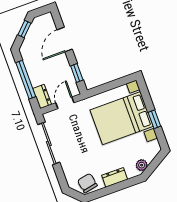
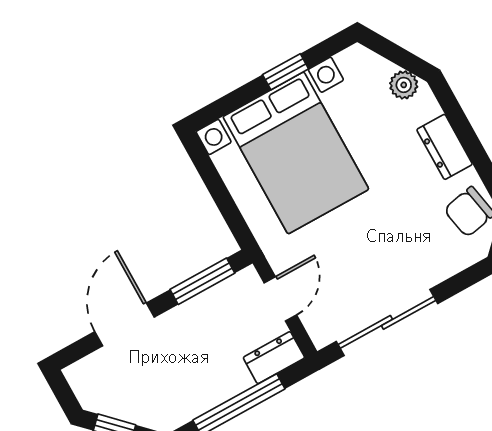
door: (65, 40) -> (125, 324), swing flipped
window: (77, 73) -> (202, 281), width x1.50
door: (65, 103) -> (280, 299), swing flipped

